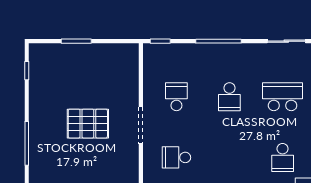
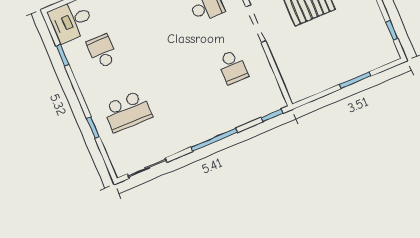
school desk: (229, 97) -> (180, 89), removed

